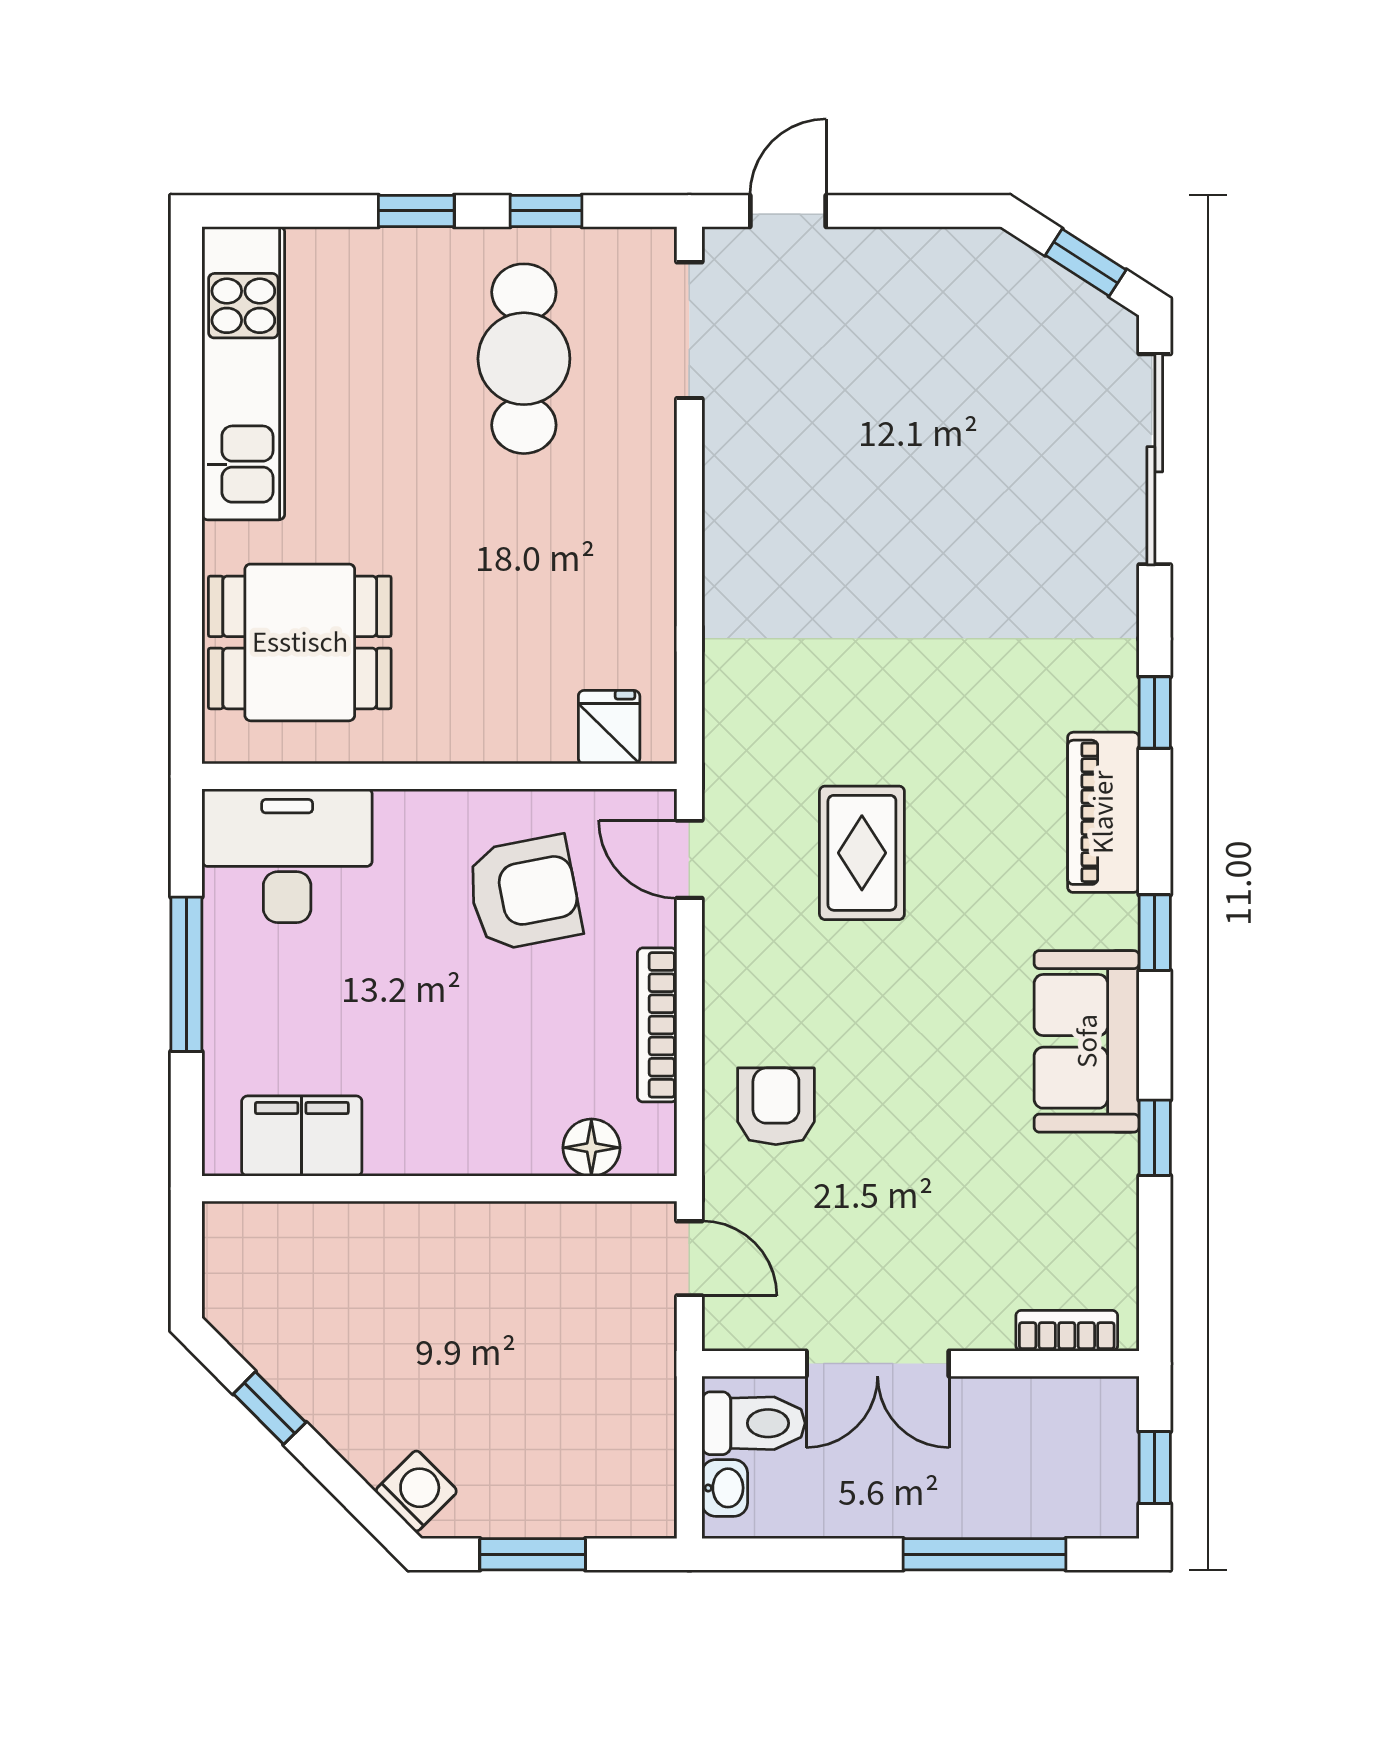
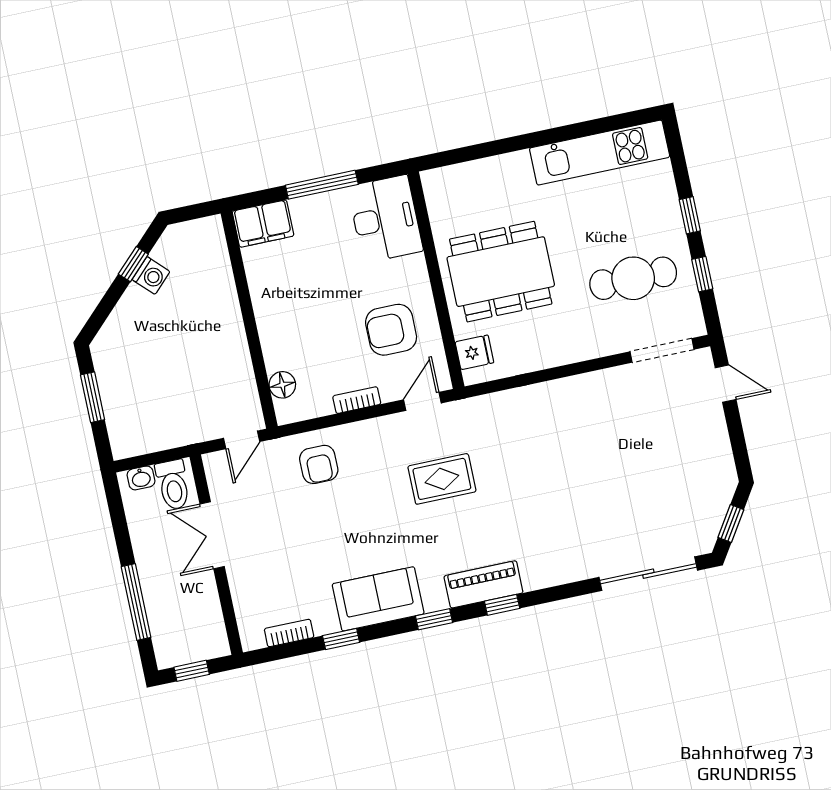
dining table: (300, 642) -> (501, 272), moved, width x1.37
window: (1155, 713) -> (502, 605), moved
armchair: (524, 893) -> (391, 330), turned 101
bookcase: (657, 1025) -> (357, 400), width x0.64
armchair: (776, 1106) -> (319, 464), turned 90
filing cabinet: (302, 1136) -> (263, 224), moved, turned 90
bookcase: (1067, 1331) -> (289, 633), moved, turned -90
washing machine: (416, 1491) -> (151, 276), moved

